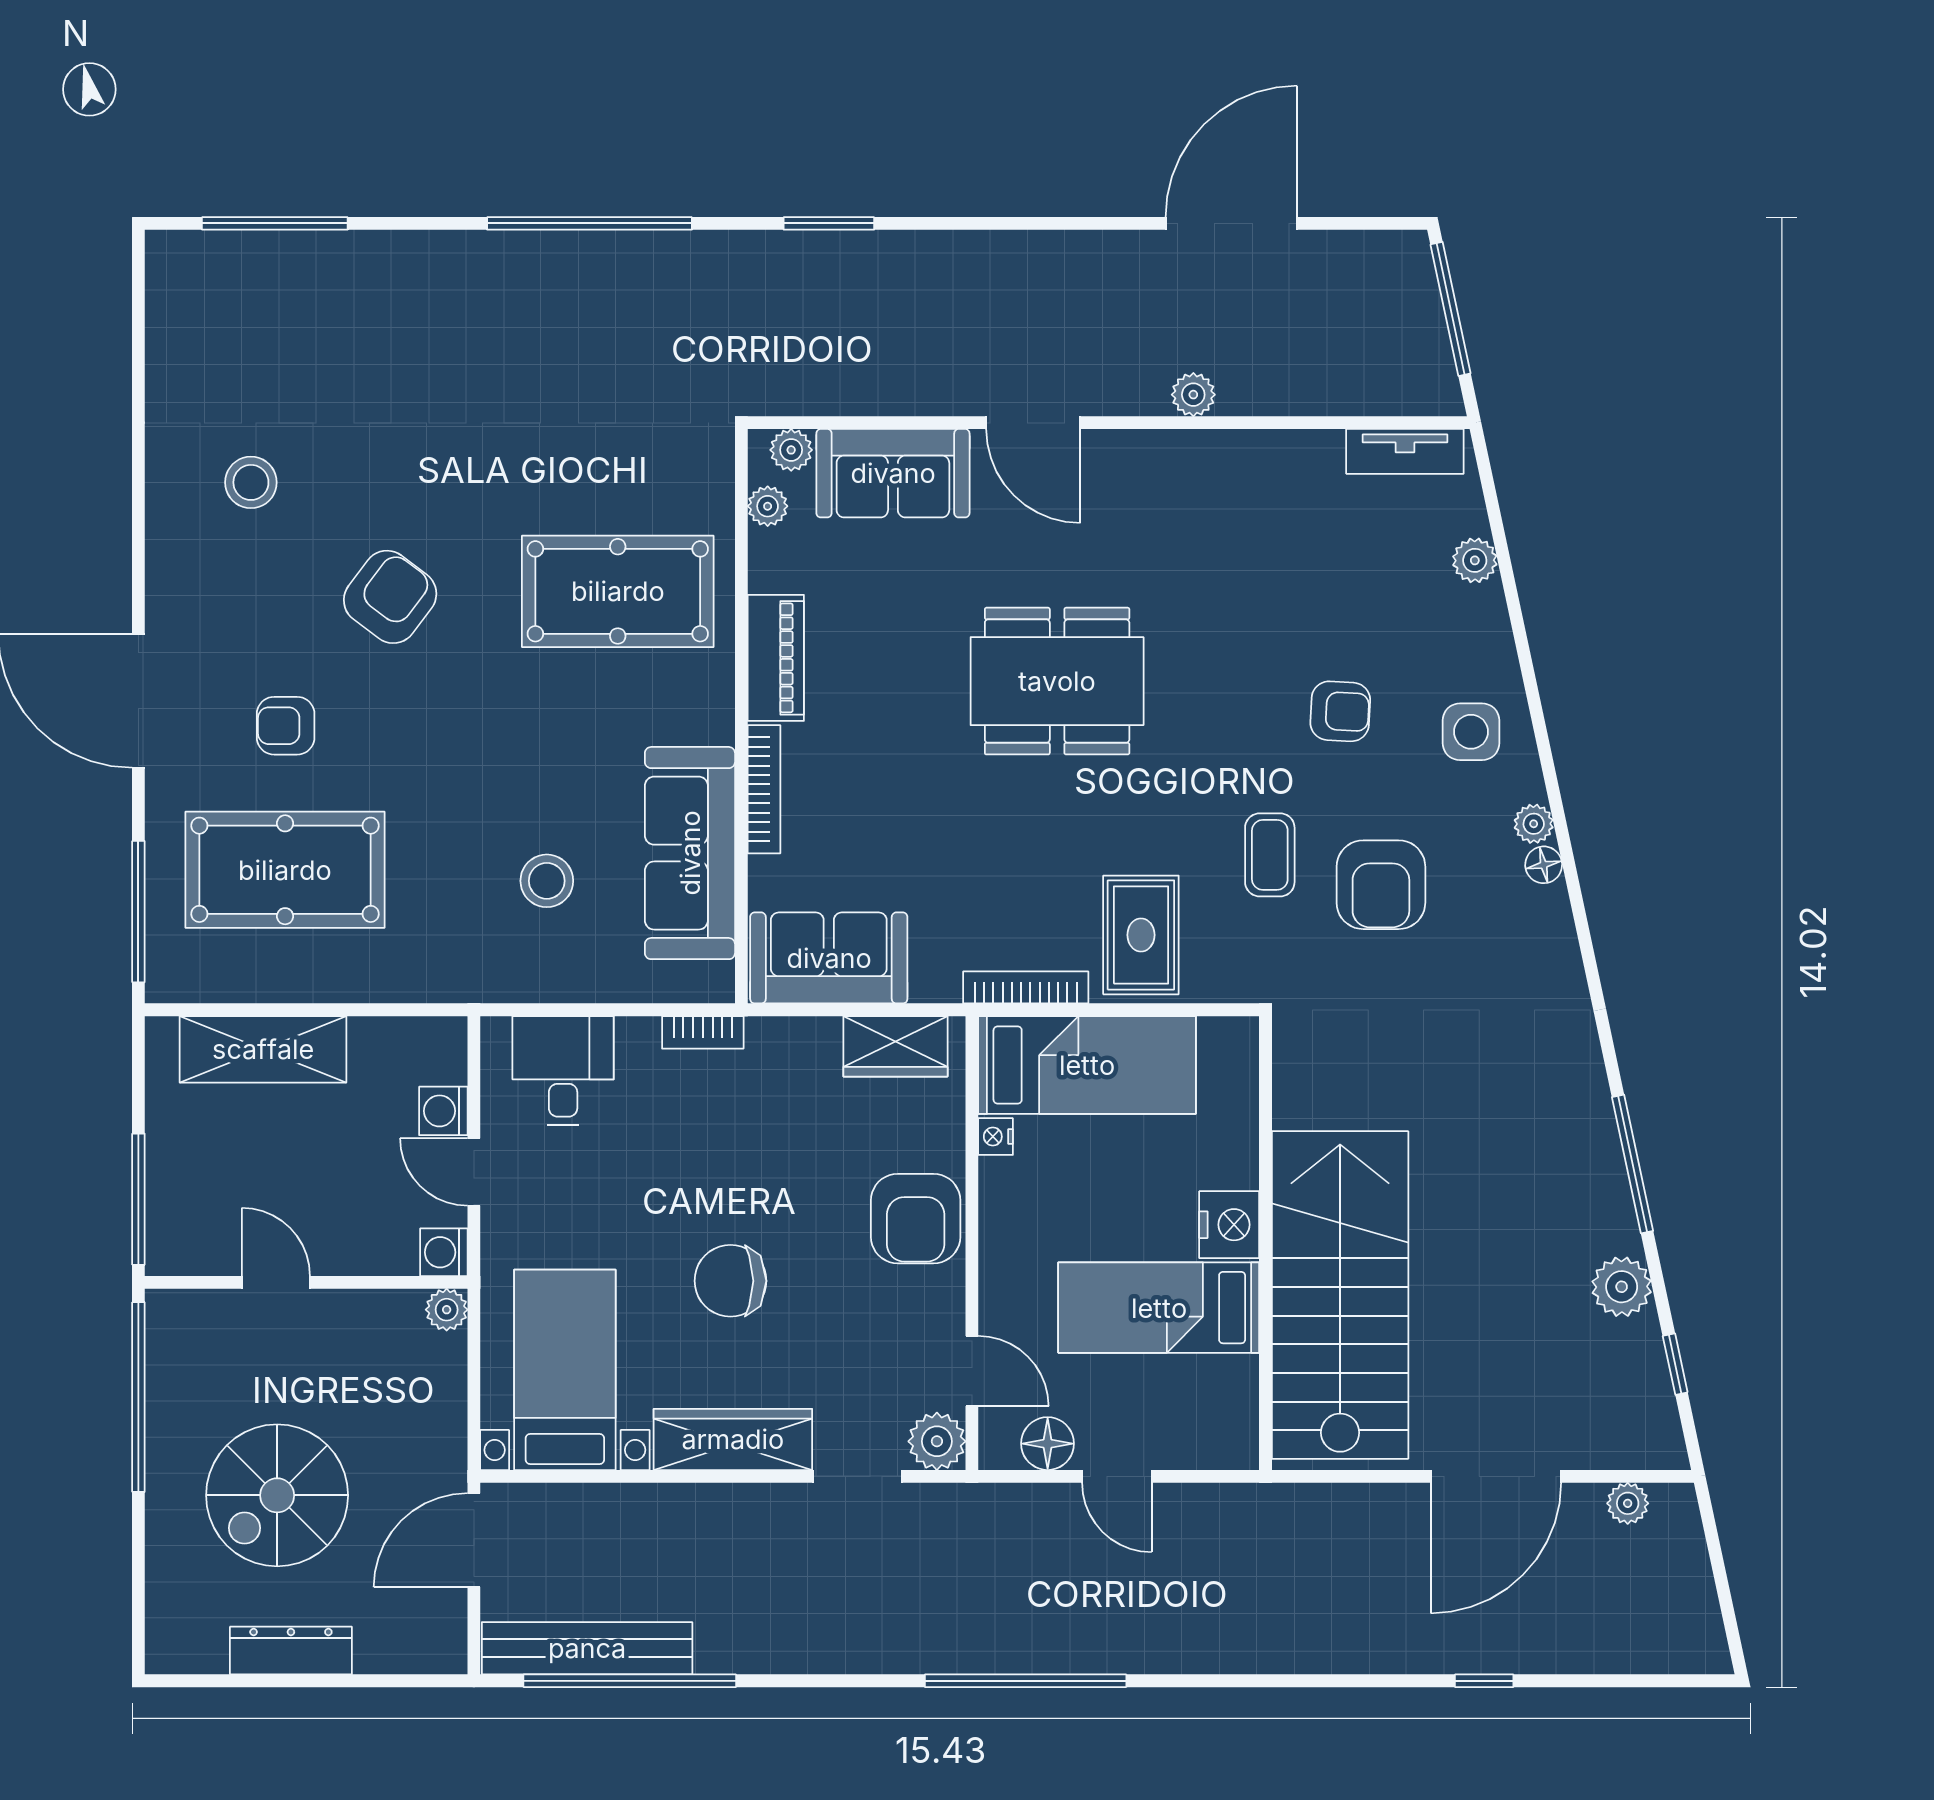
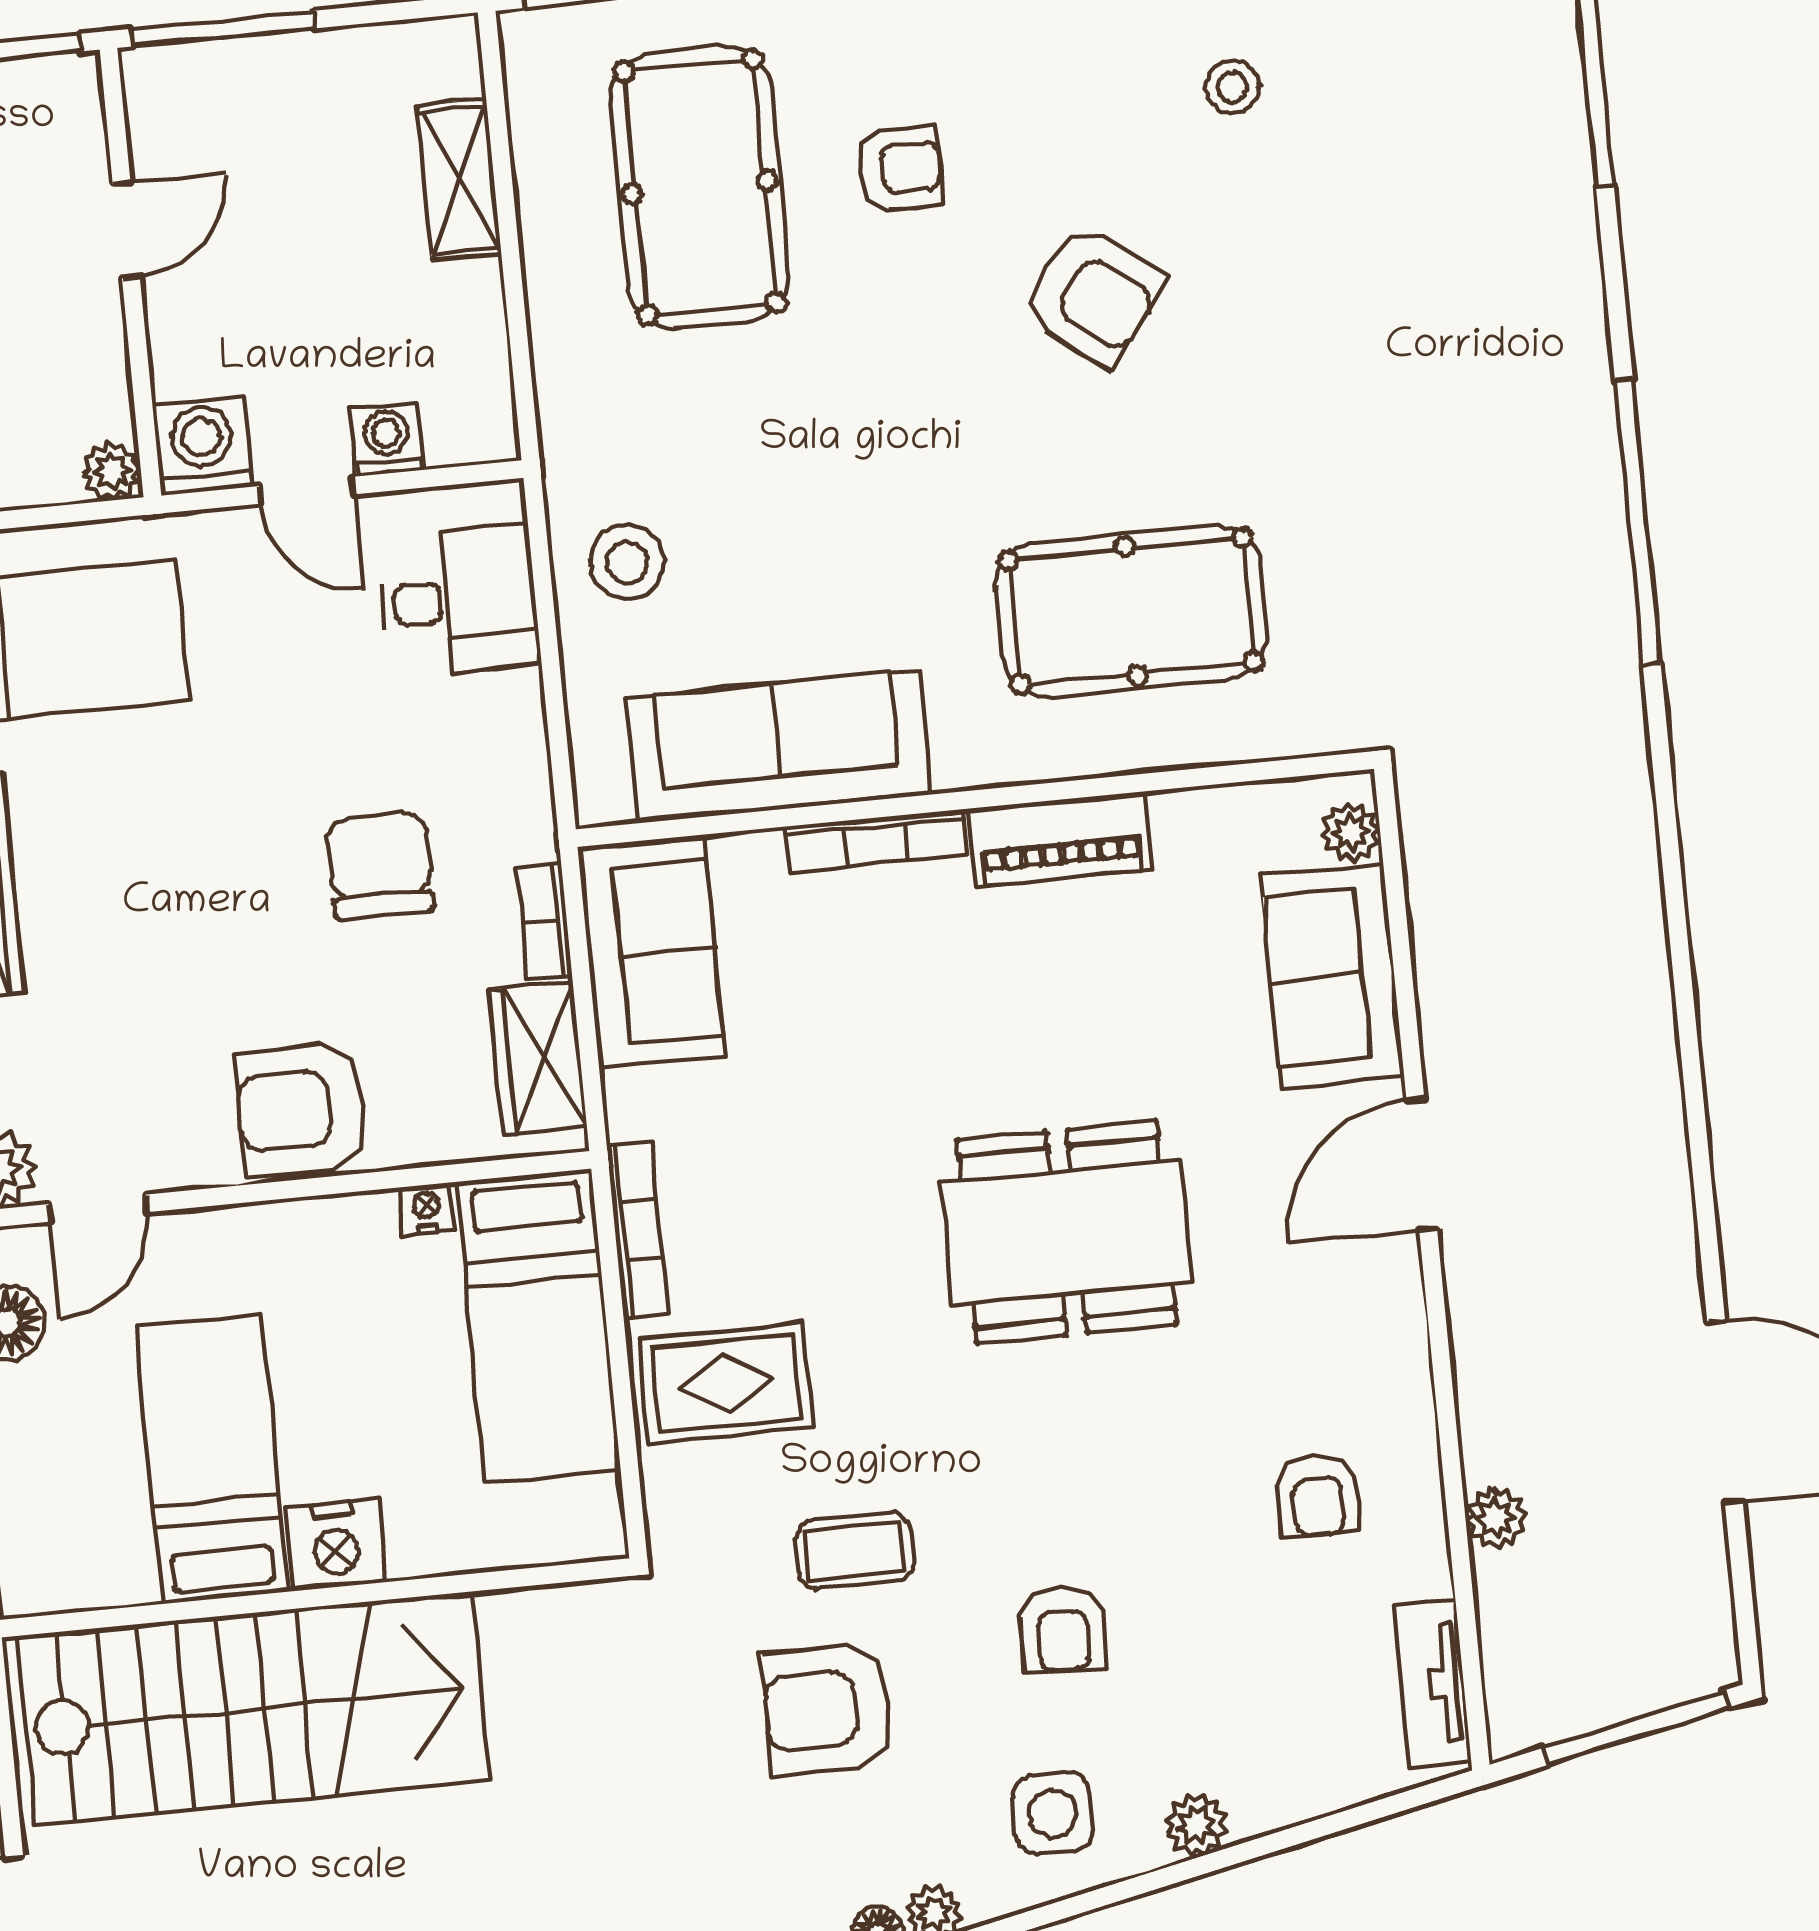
window: (829, 223) -> (1670, 854), removed
plant: (1193, 395) -> (1496, 1518), moved
stool: (251, 482) -> (1232, 87), width x0.73, depth x0.73
plant: (768, 506) -> (1270, 807), removed
armchair: (1263, 520) -> (1317, 1496), added
plant: (1475, 560) -> (1196, 1825), moved
pool table: (618, 591) -> (1131, 611), turned 90
dining table: (1057, 681) -> (1067, 1232), turned 90
armchair: (286, 726) -> (900, 168), turned 90
stool: (547, 881) -> (627, 562), moved
bookcase: (703, 1032) -> (544, 921), moved
shelving: (263, 1049) -> (459, 180), width x0.67, depth x0.75
door: (474, 1172) -> (306, 490), swing flipped
washing machine: (444, 1252) -> (202, 446), width x1.38, depth x1.38
chair: (730, 1281) -> (380, 865), moved

